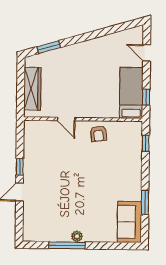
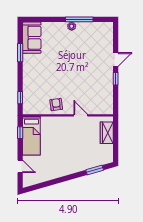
wardrobe: (32, 89) -> (107, 133), width x0.67

